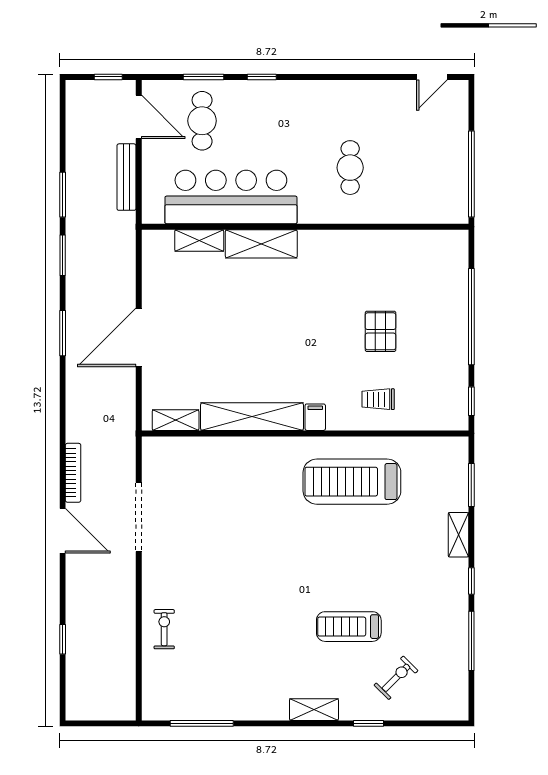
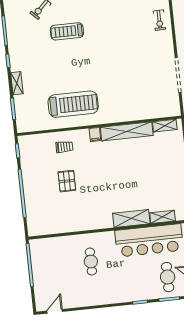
treadmill: (349, 627) -> (67, 31), turned 180

